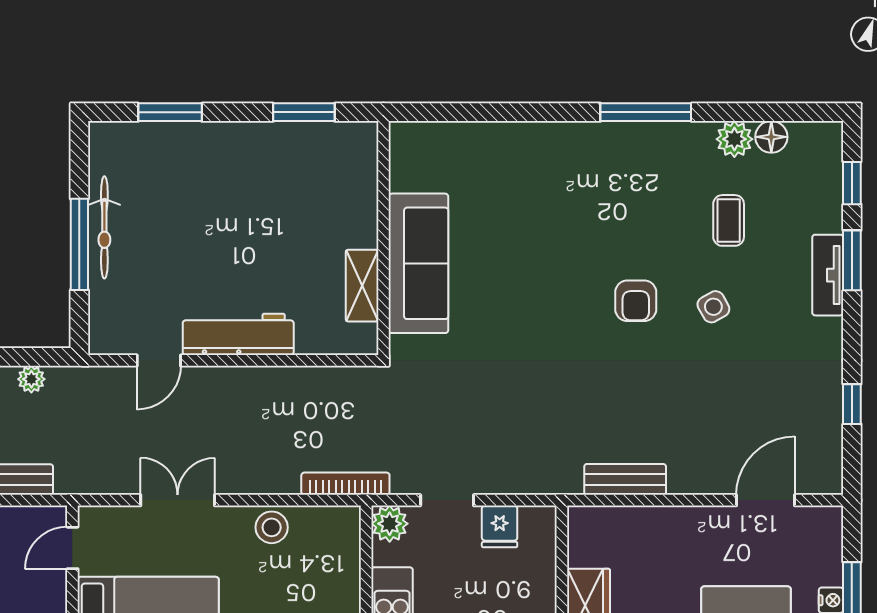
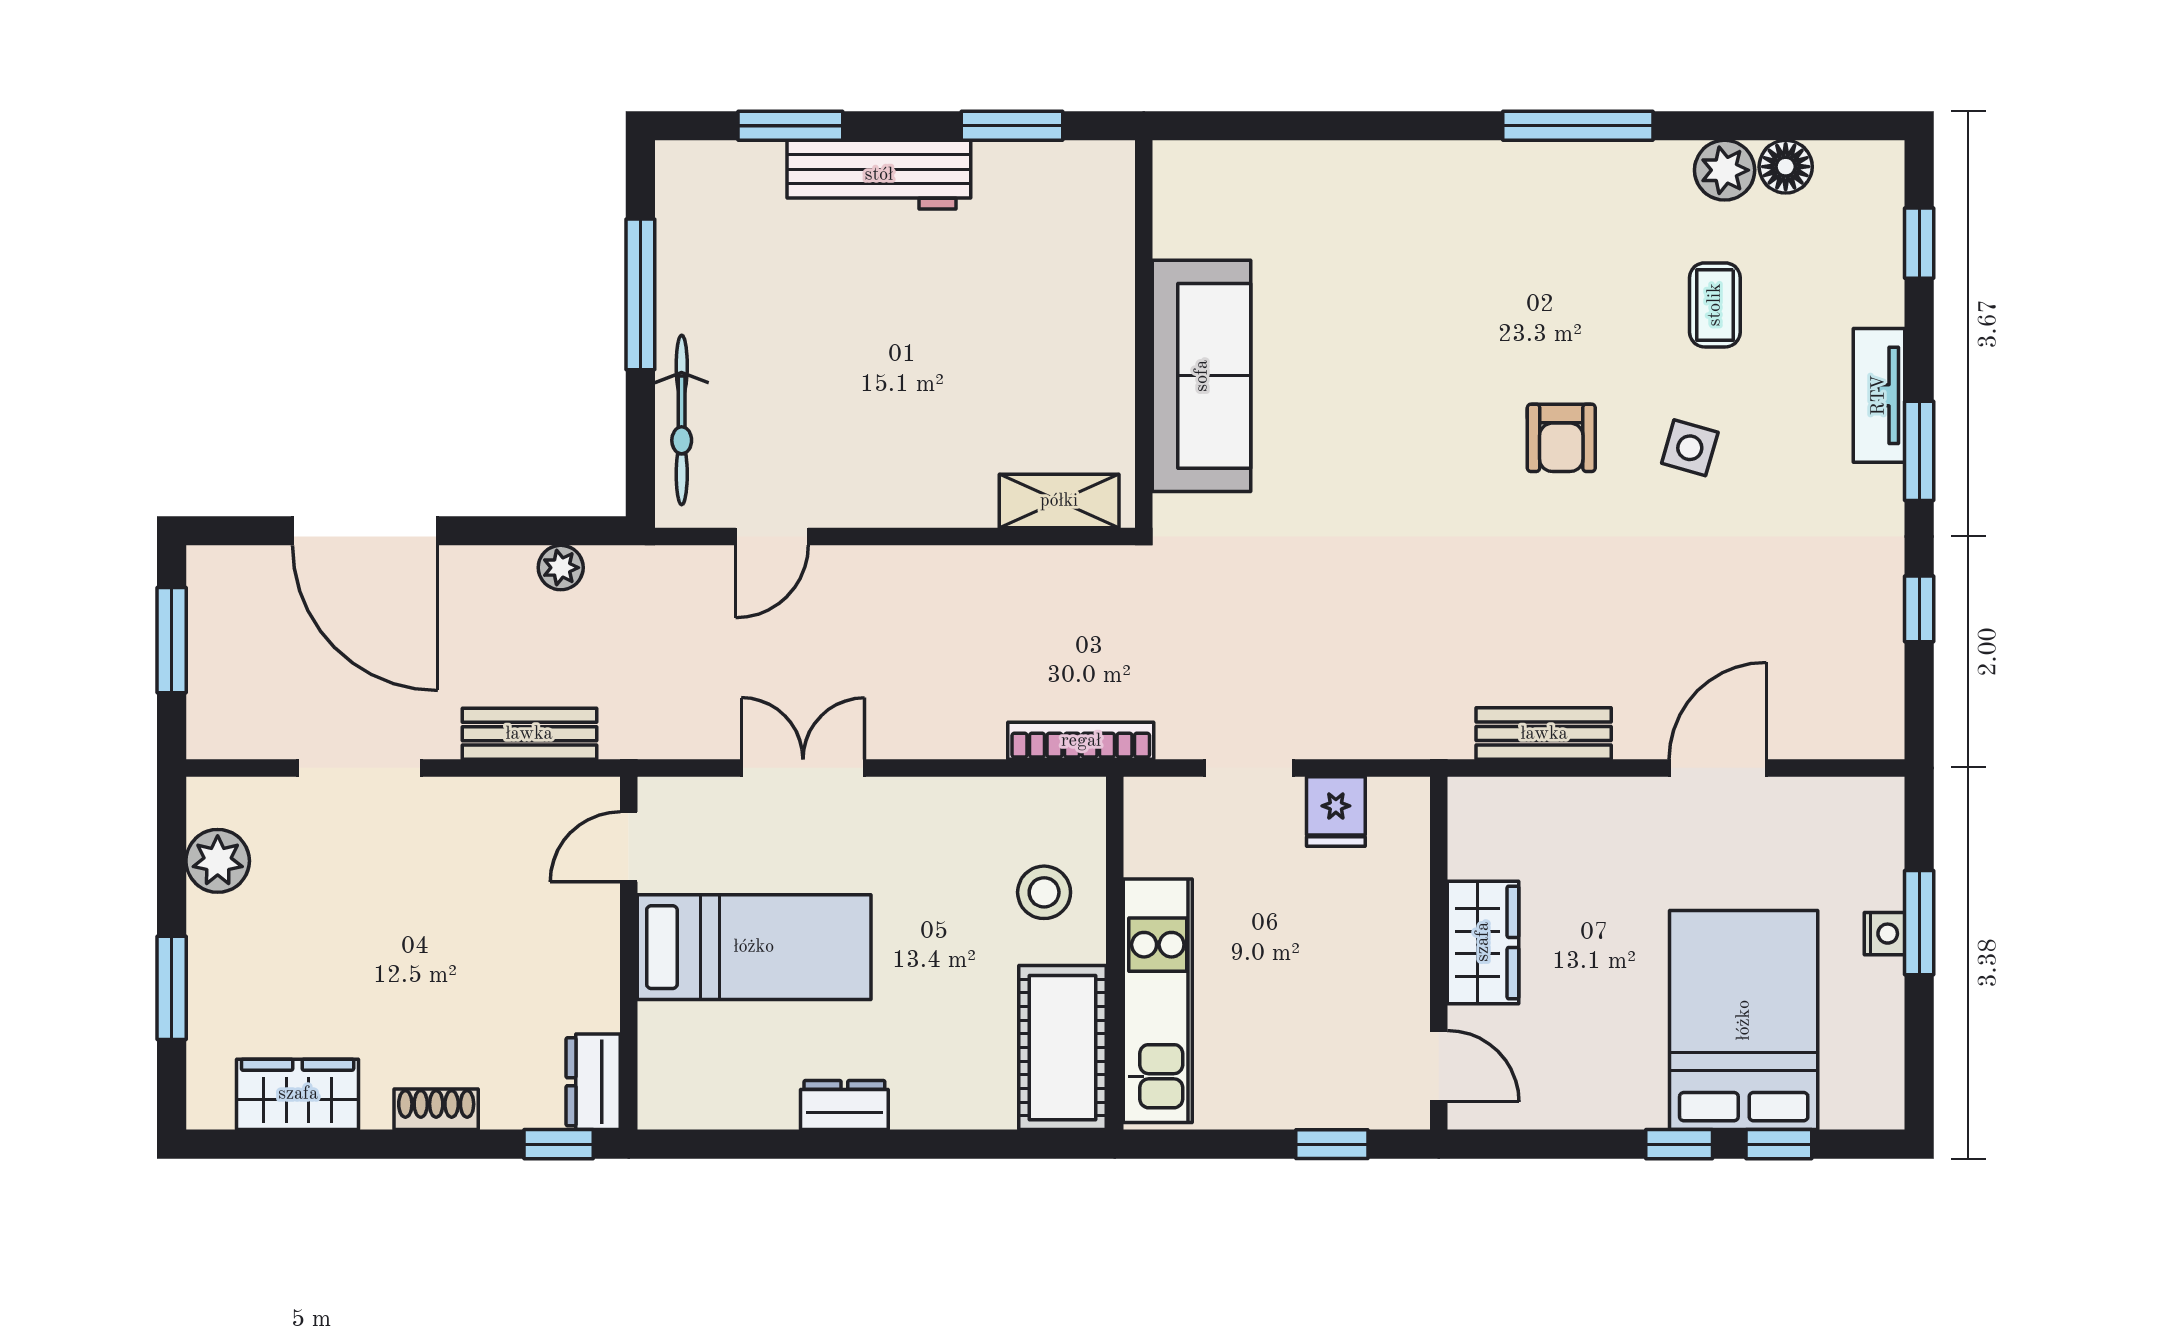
bicycle: (104, 227) -> (682, 420), moved
window: (79, 244) -> (640, 294), moved
window: (852, 260) -> (1919, 451), moved
shelving: (362, 286) -> (1059, 501), moved, turned 90
side table: (713, 307) -> (1690, 448), turned 45
workbench: (238, 334) -> (879, 175), moved, turned 180
door: (766, 500) -> (1718, 768), moved
plant: (390, 524) -> (1154, 807), removed
stool: (272, 527) -> (1044, 892), moved

